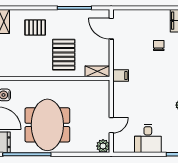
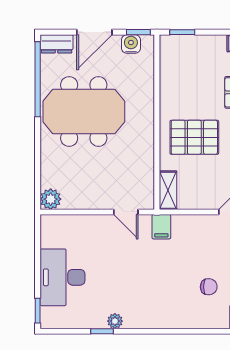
door: (111, 125) -> (126, 212), moved
desk: (148, 138) -> (62, 277), width x1.37

